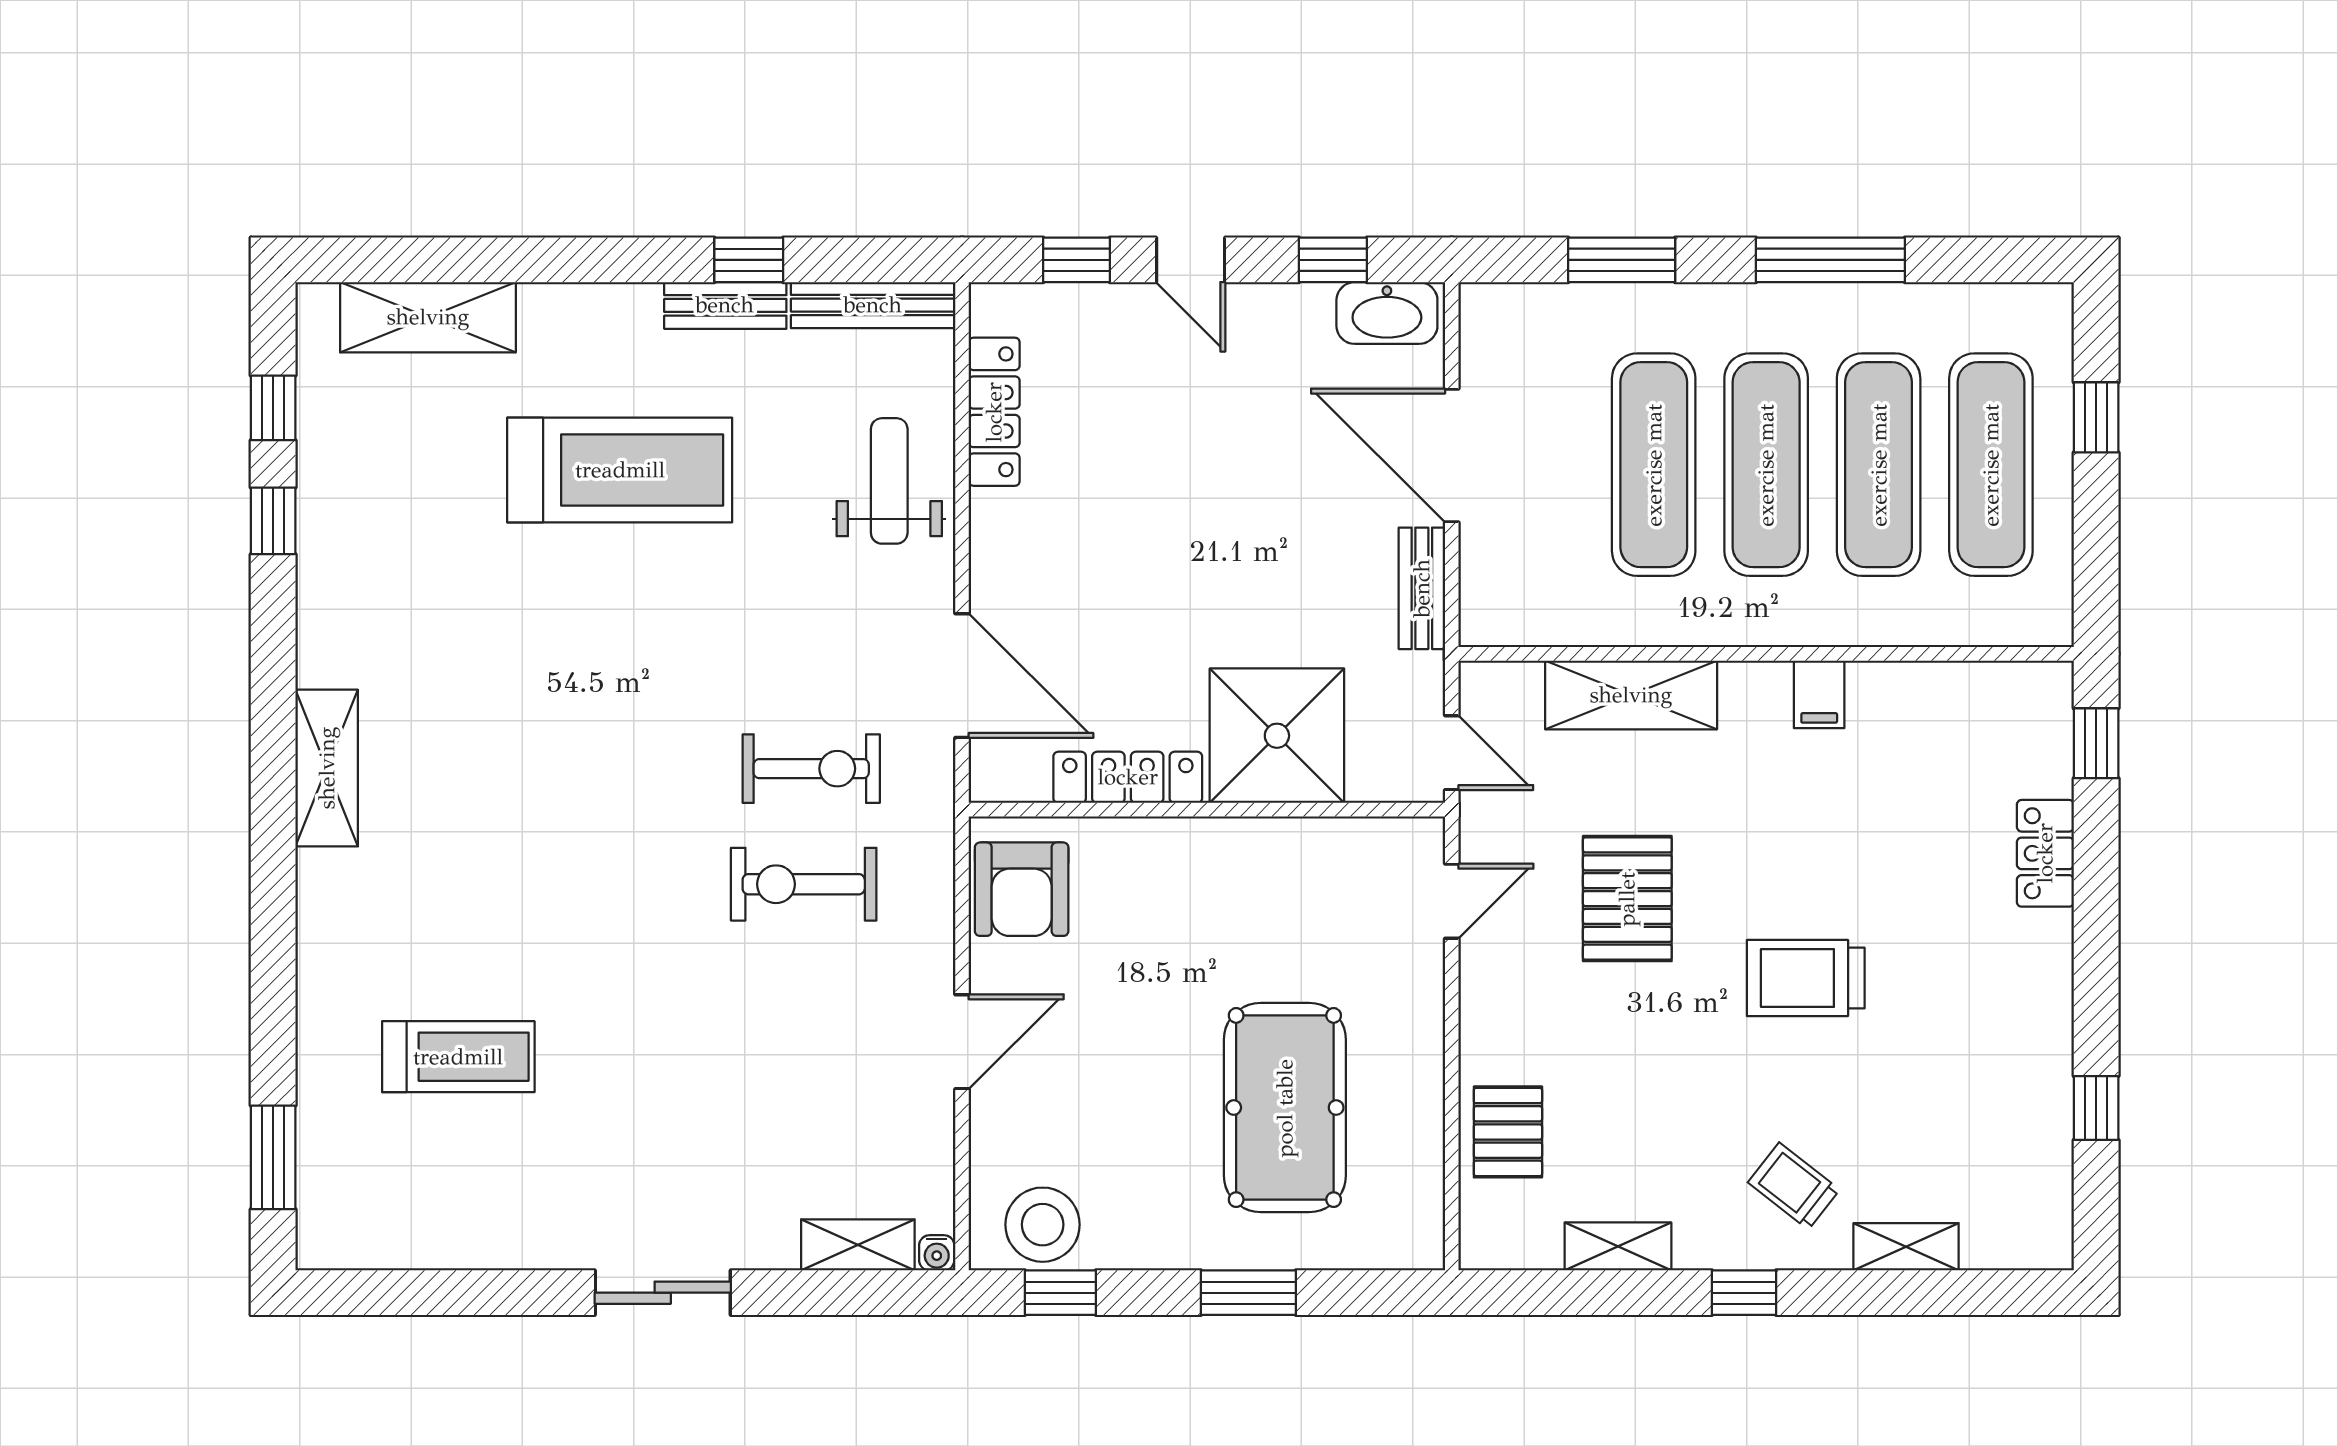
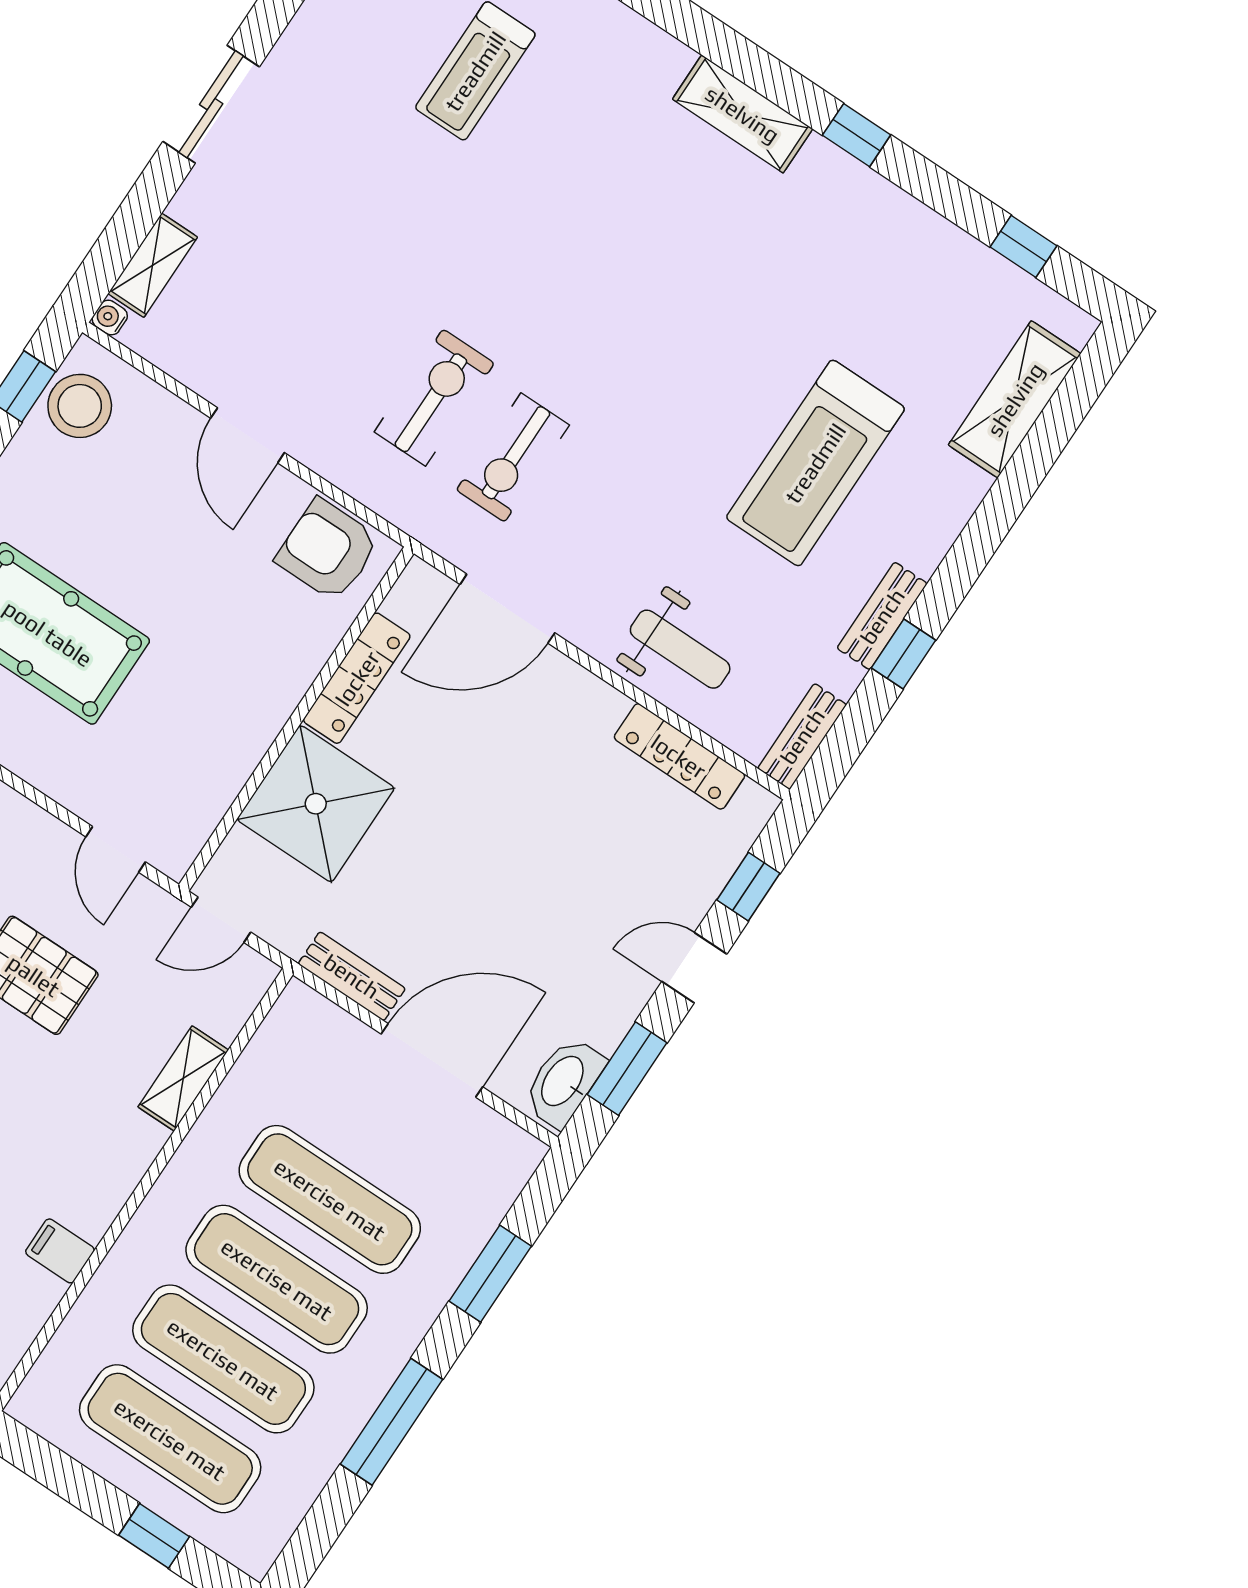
window: (1333, 260) -> (627, 1069), width x1.50
bench: (873, 305) -> (802, 736), width x0.73
window: (273, 521) -> (857, 135), moved
filing cabinet: (1819, 694) -> (60, 1251), moved
shelving: (1631, 695) -> (183, 1078), width x0.67, depth x0.75

